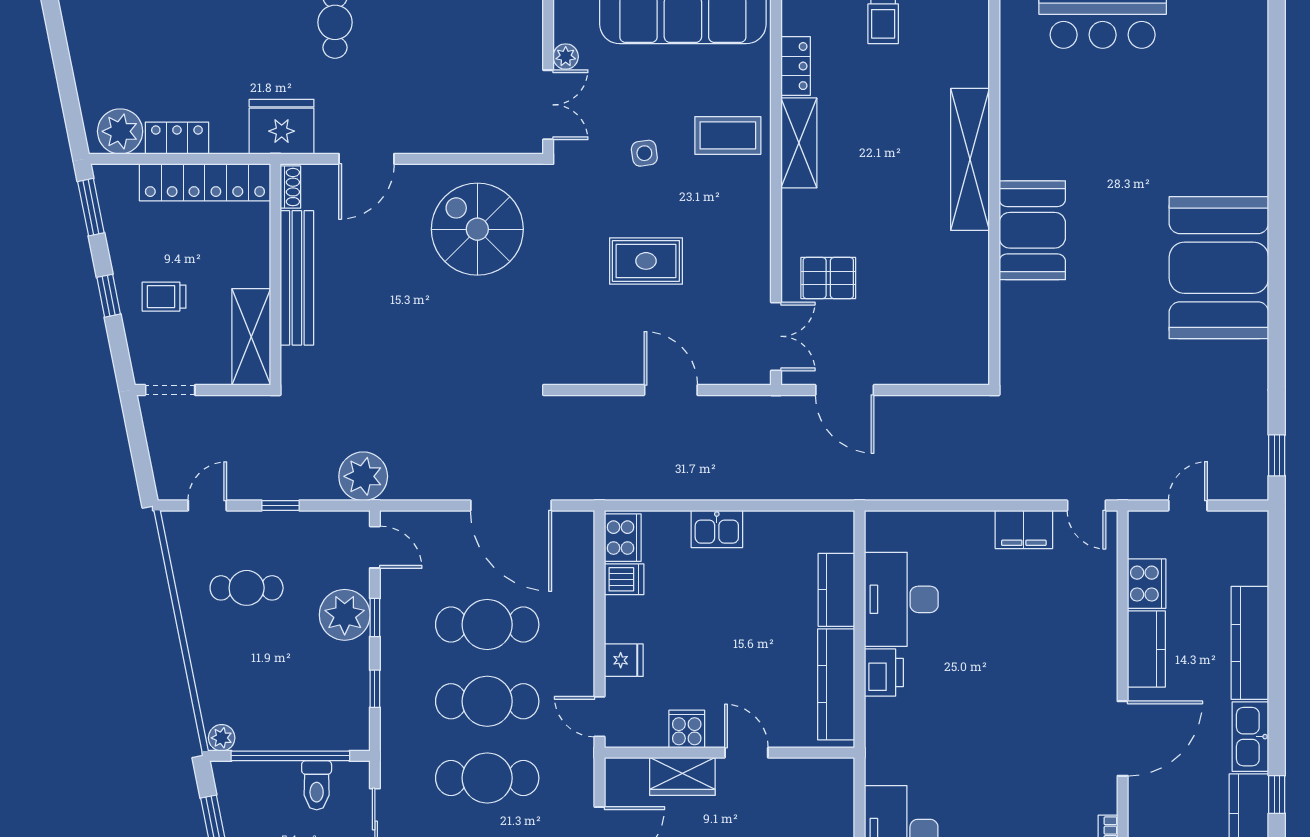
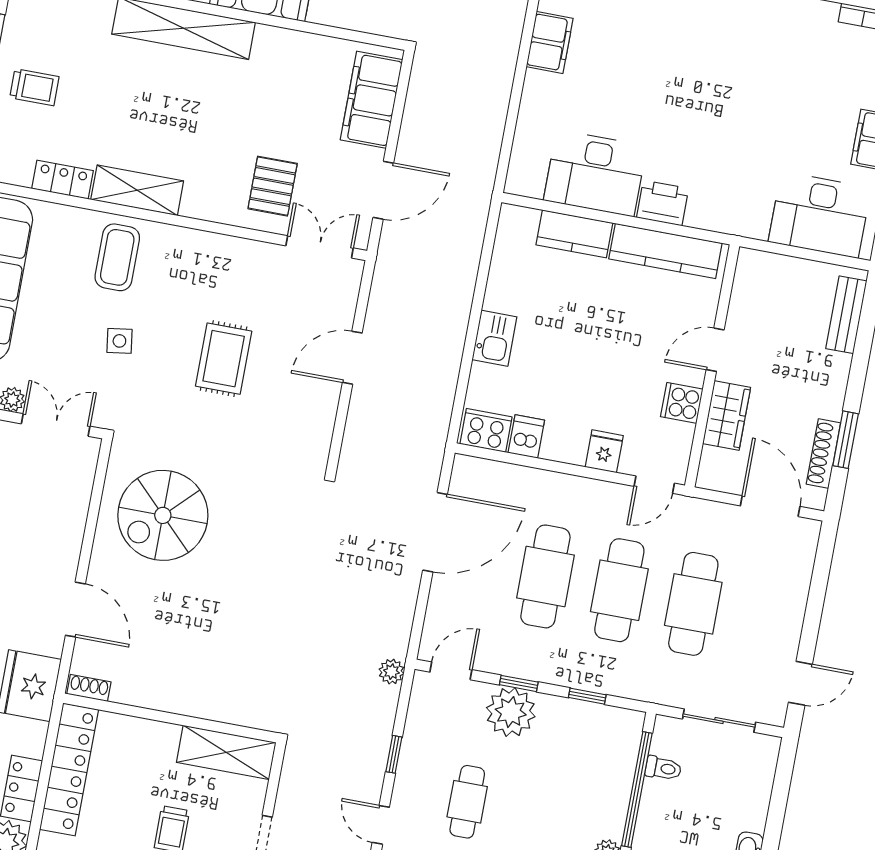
bench: (297, 278) -> (178, 698), removed
filing cabinet: (933, 361) -> (371, 100), added
plant: (363, 476) -> (391, 672), width x0.53, depth x0.53
toilet: (317, 785) -> (663, 768), width x0.73, depth x0.72

